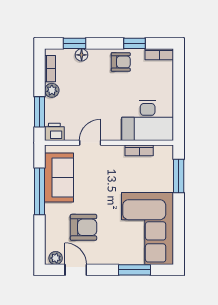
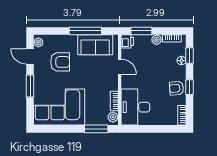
window: (135, 43) -> (190, 87), moved
armchair: (121, 62) -> (176, 88), turned 85
plant: (162, 152) -> (113, 117), added
armchair: (83, 227) -> (60, 62), turned -90
door: (76, 270) -> (30, 56), swing flipped
window: (135, 270) -> (30, 86), moved

